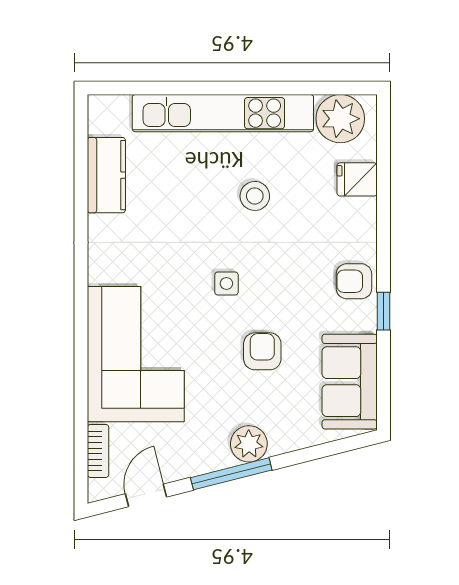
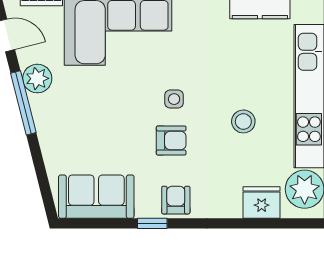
fridge: (357, 179) -> (262, 203), width x1.38
armchair: (262, 351) -> (171, 140), moved
plant: (249, 444) -> (37, 79), moved

